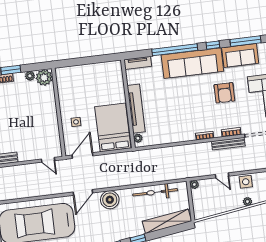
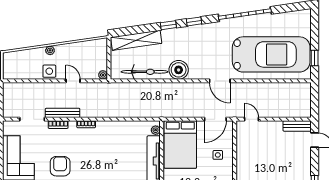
door: (83, 192) -> (220, 81), swing flipped
boiler: (110, 200) -> (179, 70), moved

